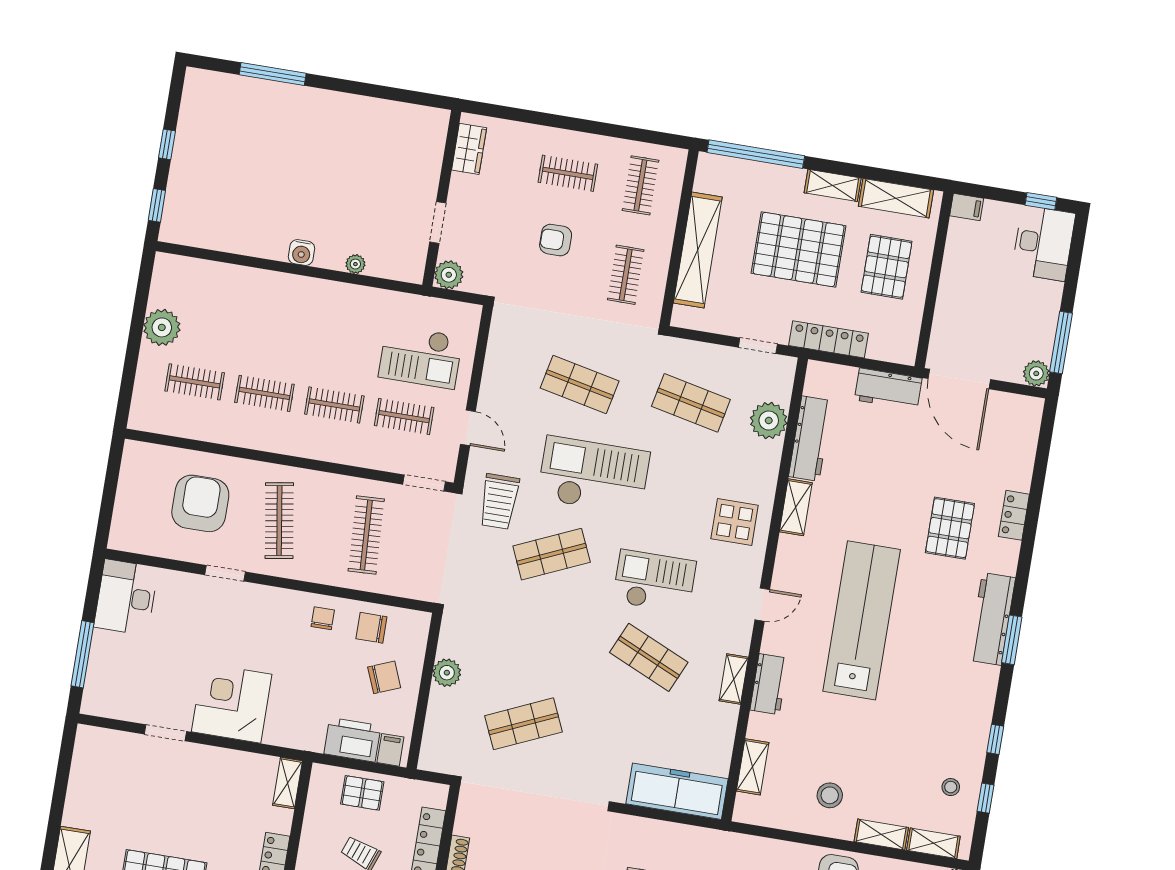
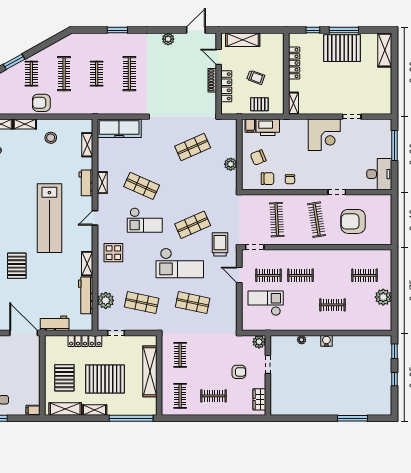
armchair: (556, 240) -> (239, 372), moved
clothes rail: (264, 393) -> (333, 305), moved
armchair: (200, 503) -> (353, 221), turned 90

